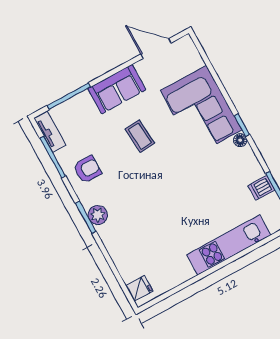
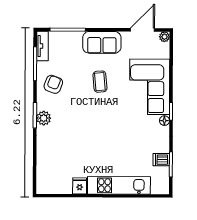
plant: (186, 42) -> (164, 37), added
door: (156, 48) -> (142, 30), hinge flipped
armchair: (87, 169) -> (53, 84), turned -69
fridge: (139, 288) -> (80, 186), moved, turned -90

